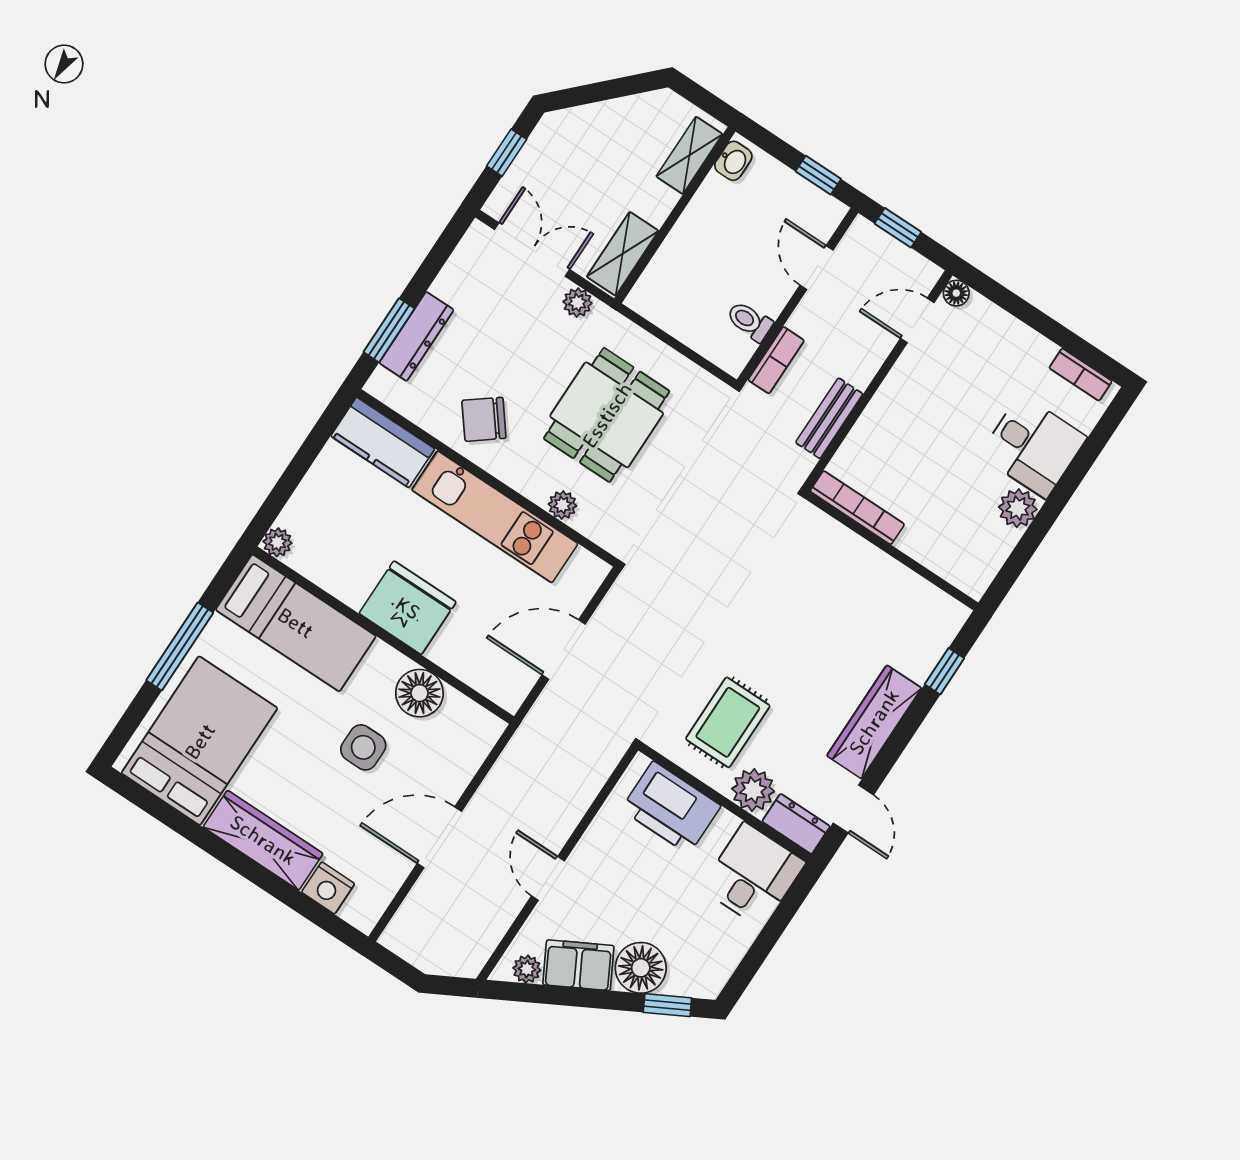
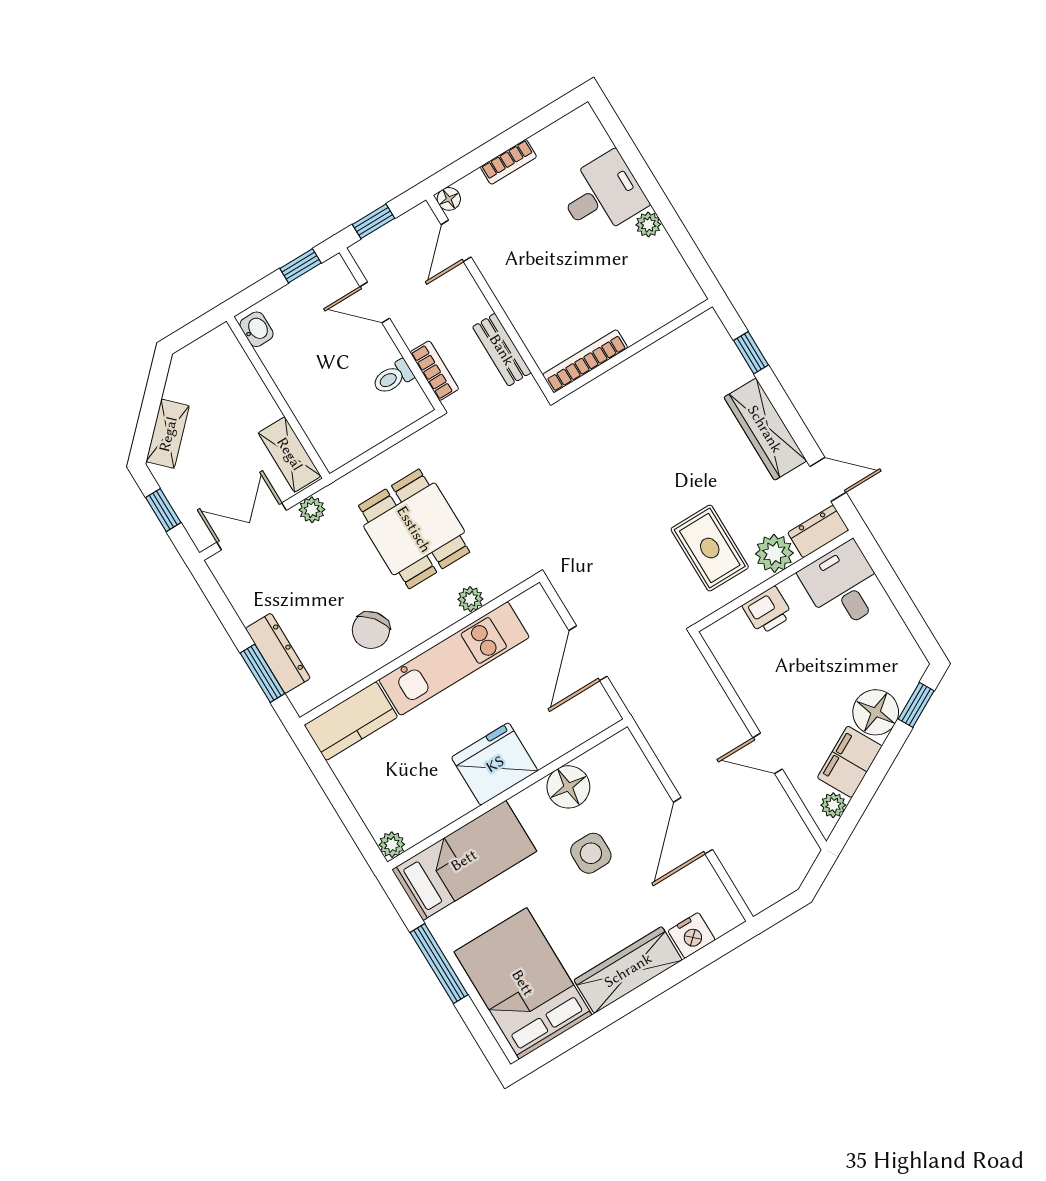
shelving: (689, 155) -> (168, 434), moved, turned 45
bookcase: (1081, 374) -> (508, 162), moved
plant: (1018, 508) -> (648, 225), width x0.73, depth x0.73
printer: (671, 808) -> (767, 610), width x0.53, depth x0.68

